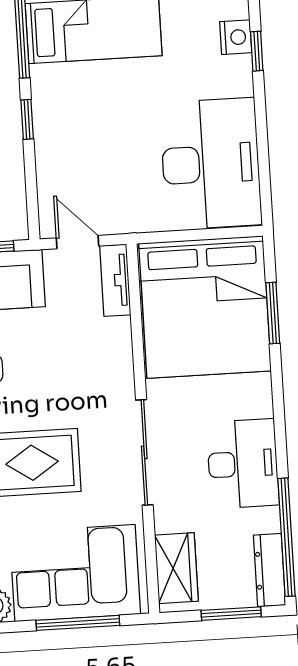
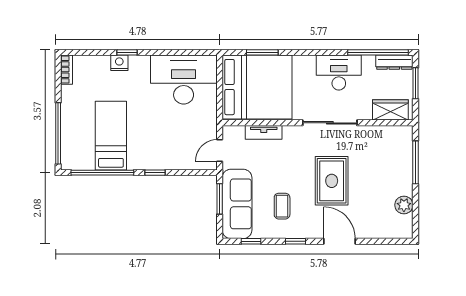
tv unit: (115, 280) -> (264, 132), moved
corner sofa: (75, 573) -> (390, 162), removed

